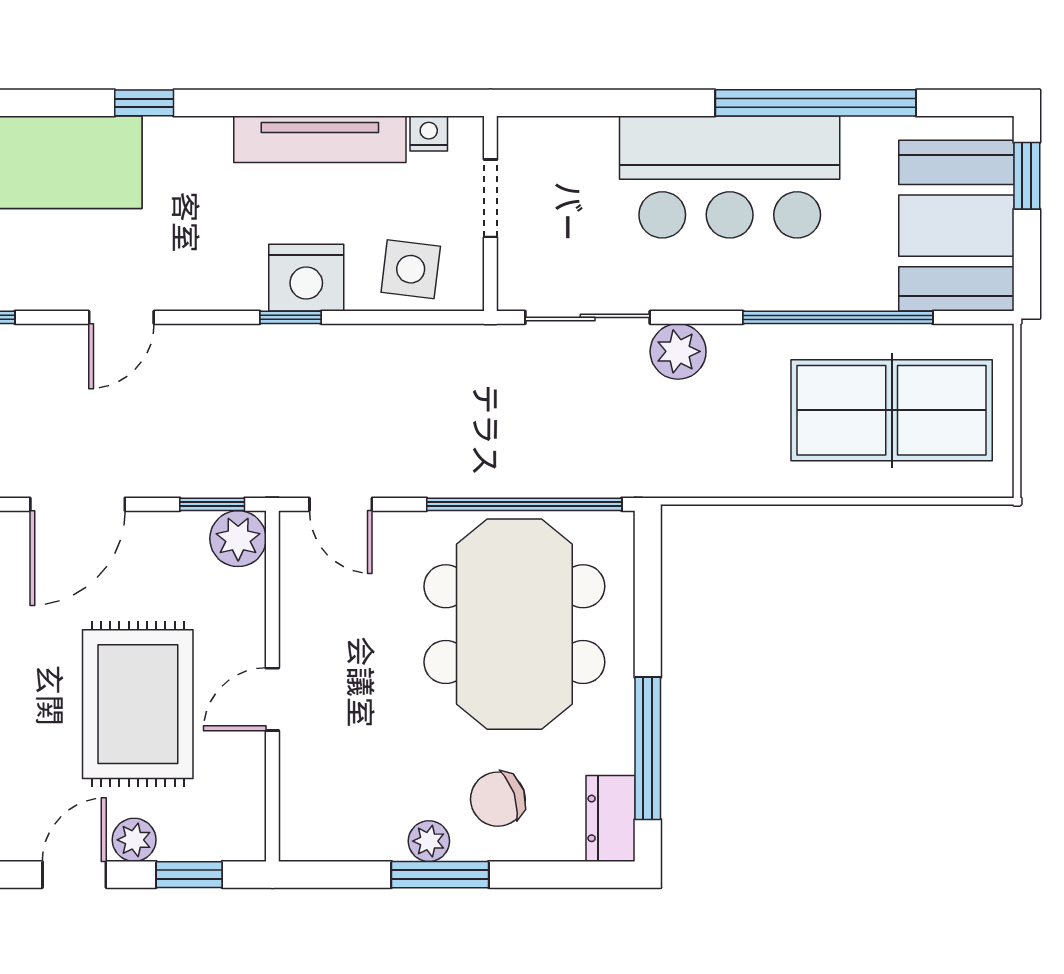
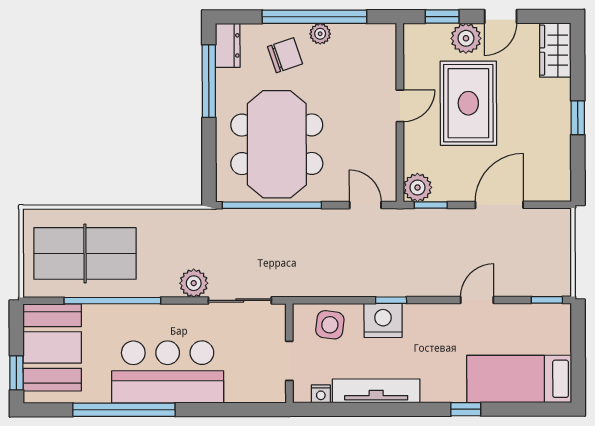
plant: (134, 840) -> (466, 38), width x1.38, depth x1.38
window: (440, 875) -> (314, 17), width x2.11

